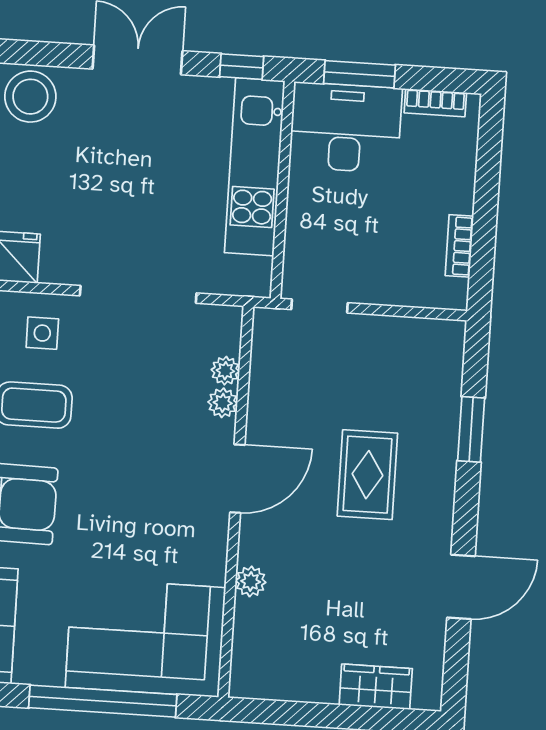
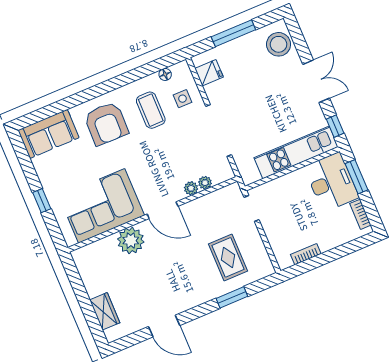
rug: (367, 475) -> (228, 257), moved, turned 90
plant: (251, 581) -> (131, 241), width x1.88, depth x1.88
corner sofa: (145, 637) -> (102, 206), moved, turned -90
window: (103, 701) -> (42, 201), width x0.32

